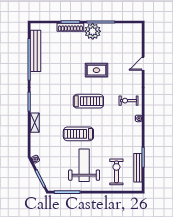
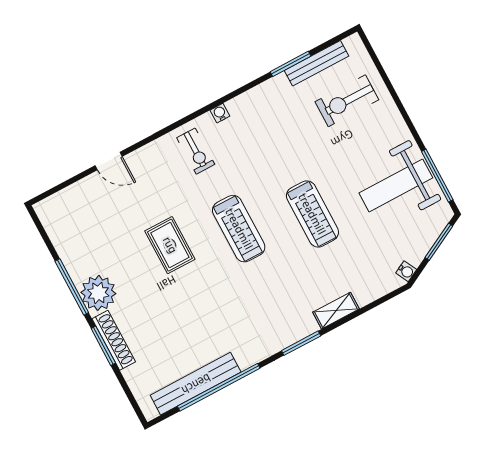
treadmill: (88, 101) -> (239, 229), turned 180
weight bench: (84, 165) -> (396, 185), moved

